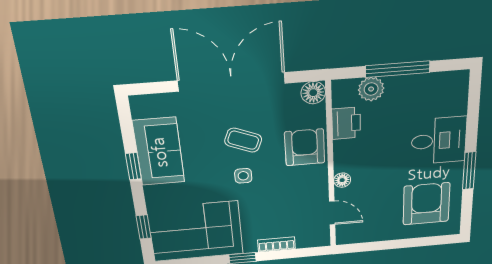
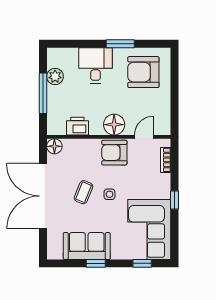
plant: (371, 89) -> (55, 76), moved
armchair: (305, 147) -> (114, 153), moved
floor lamp: (342, 180) -> (114, 125), width x1.89, depth x1.89
bookcase: (276, 244) -> (166, 160), moved

